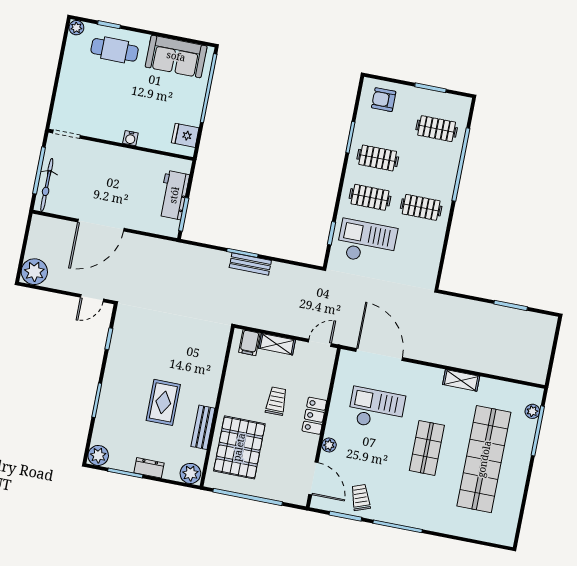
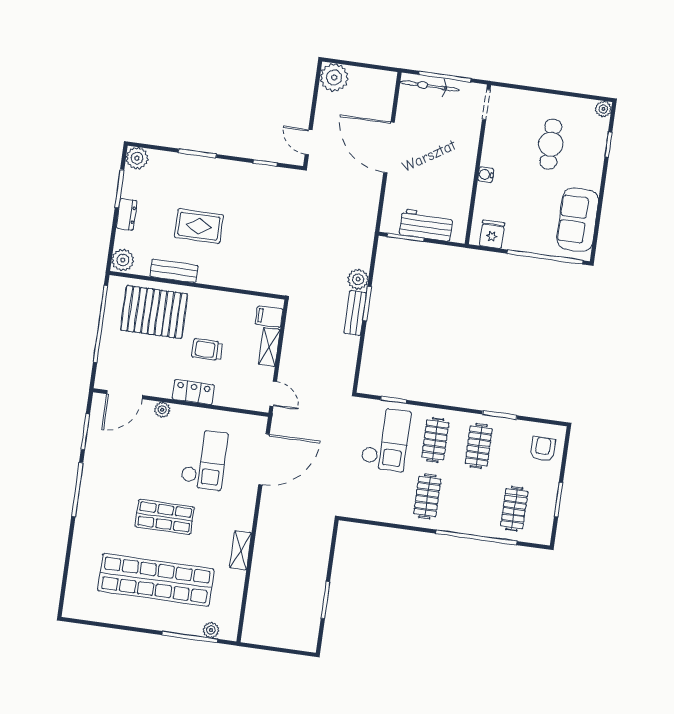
cafe table: (115, 50) -> (551, 144), moved
plant: (220, 260) -> (358, 279), added
trolley: (276, 401) -> (207, 350), turned 180
trolley: (361, 498) -> (107, 447), removed

